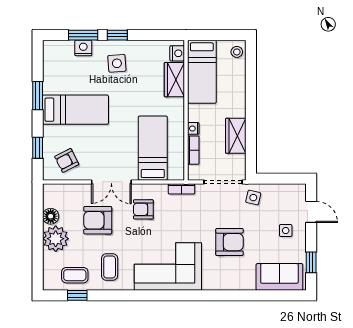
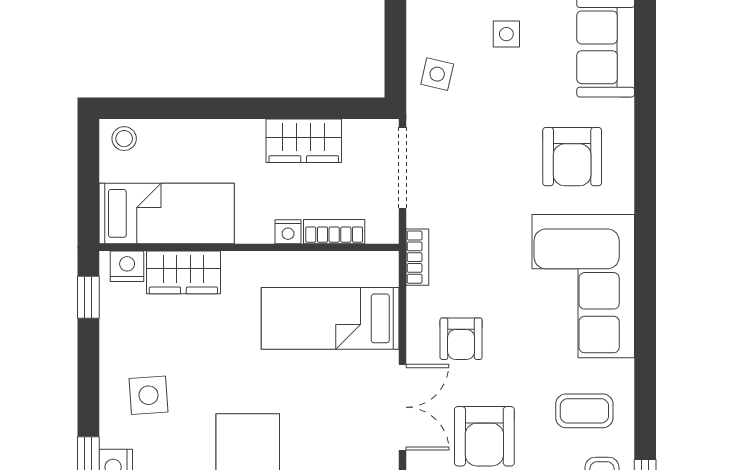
window: (117, 35) -> (88, 297), moved
side table: (253, 198) -> (437, 74), moved
armchair: (229, 242) -> (572, 157), moved, turned 180

